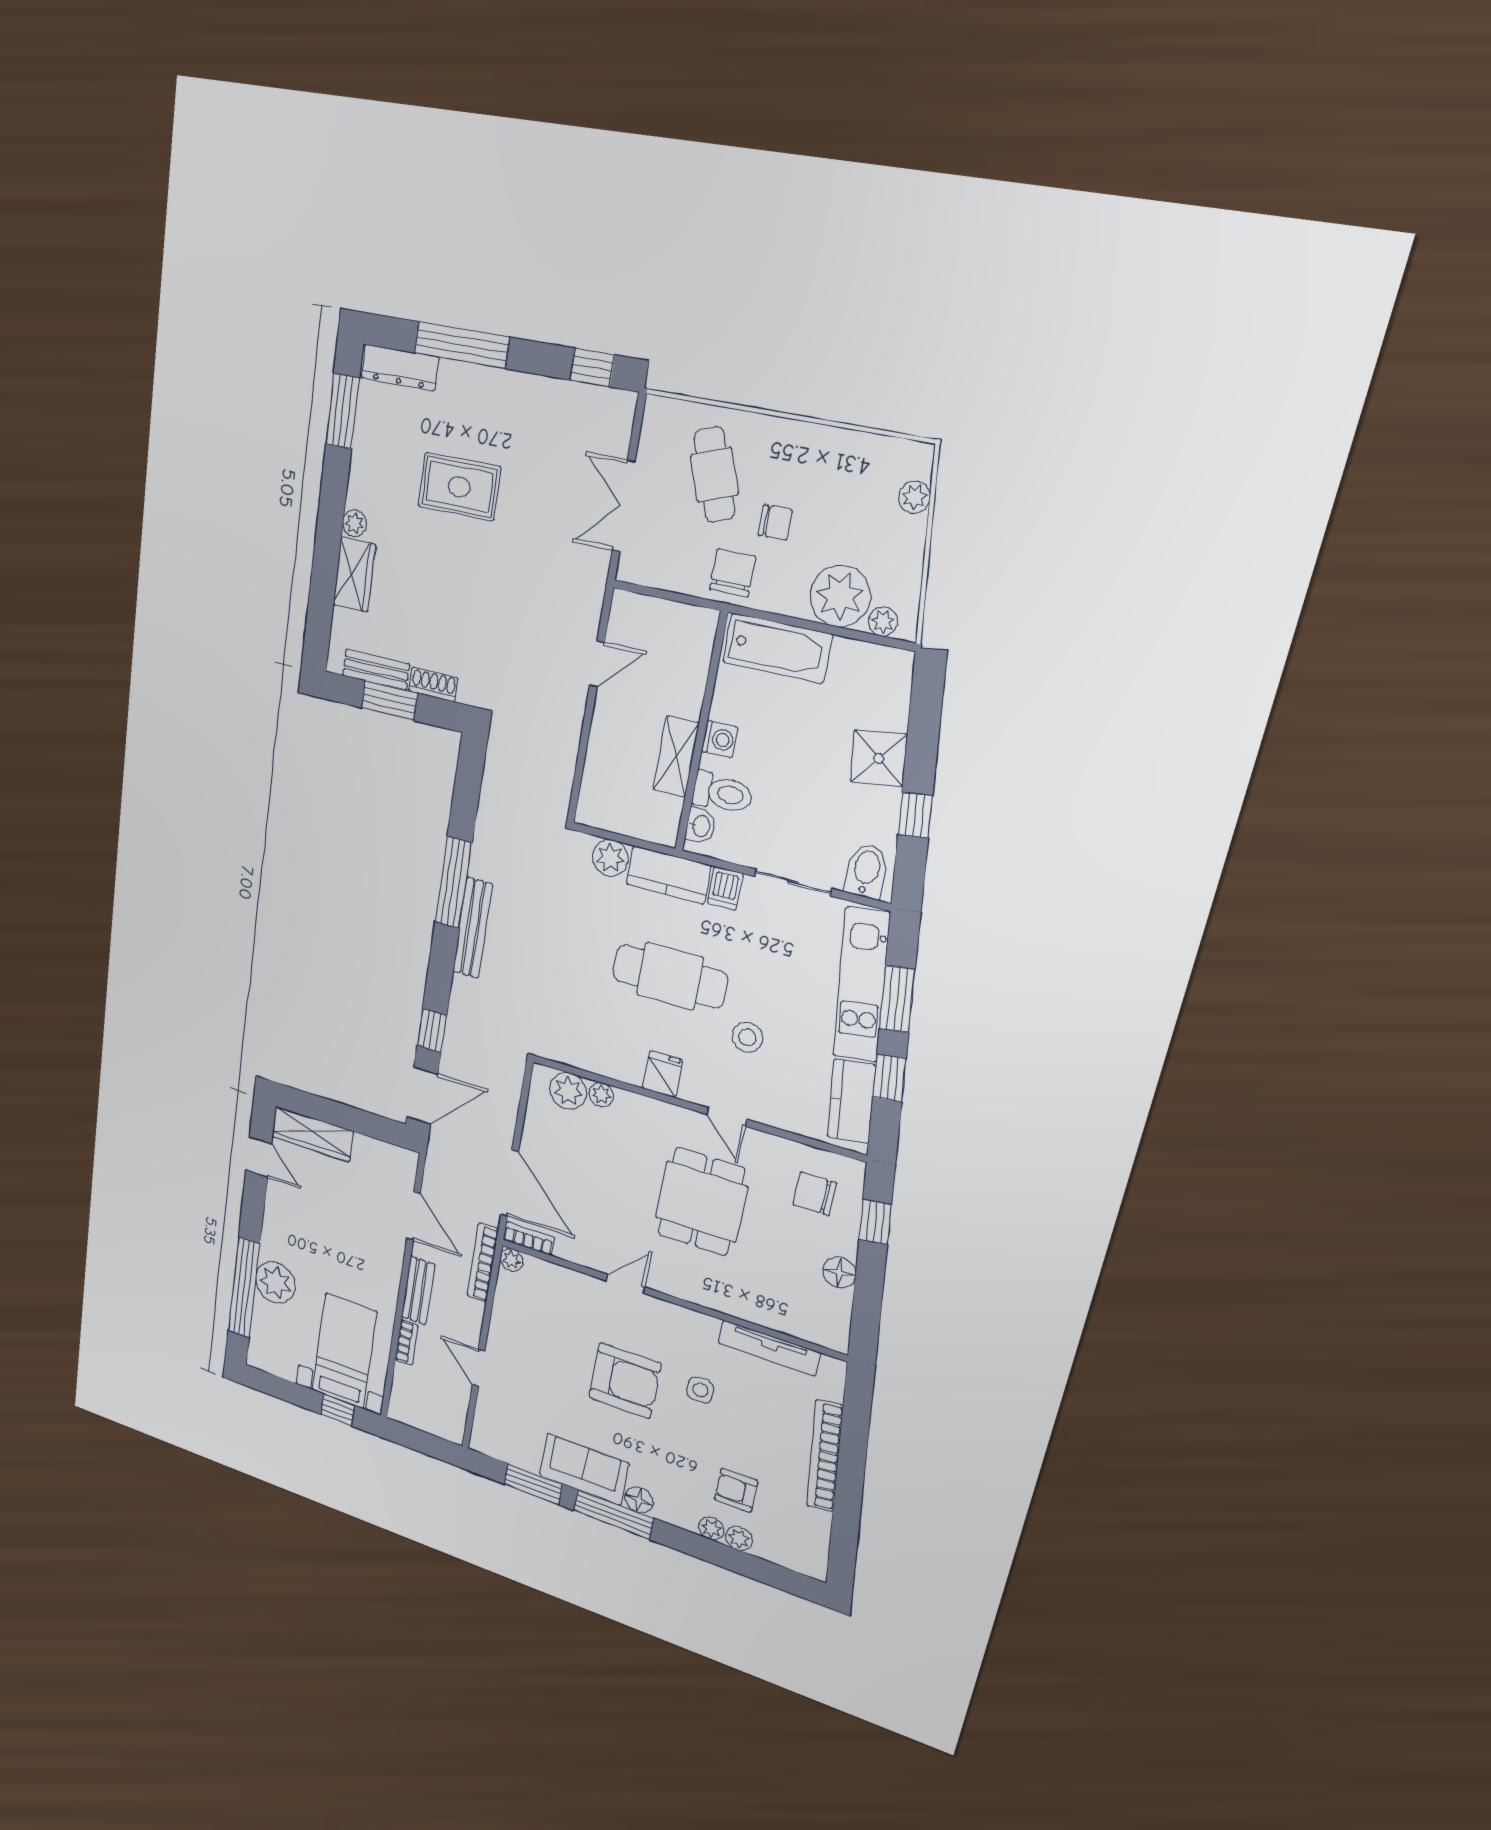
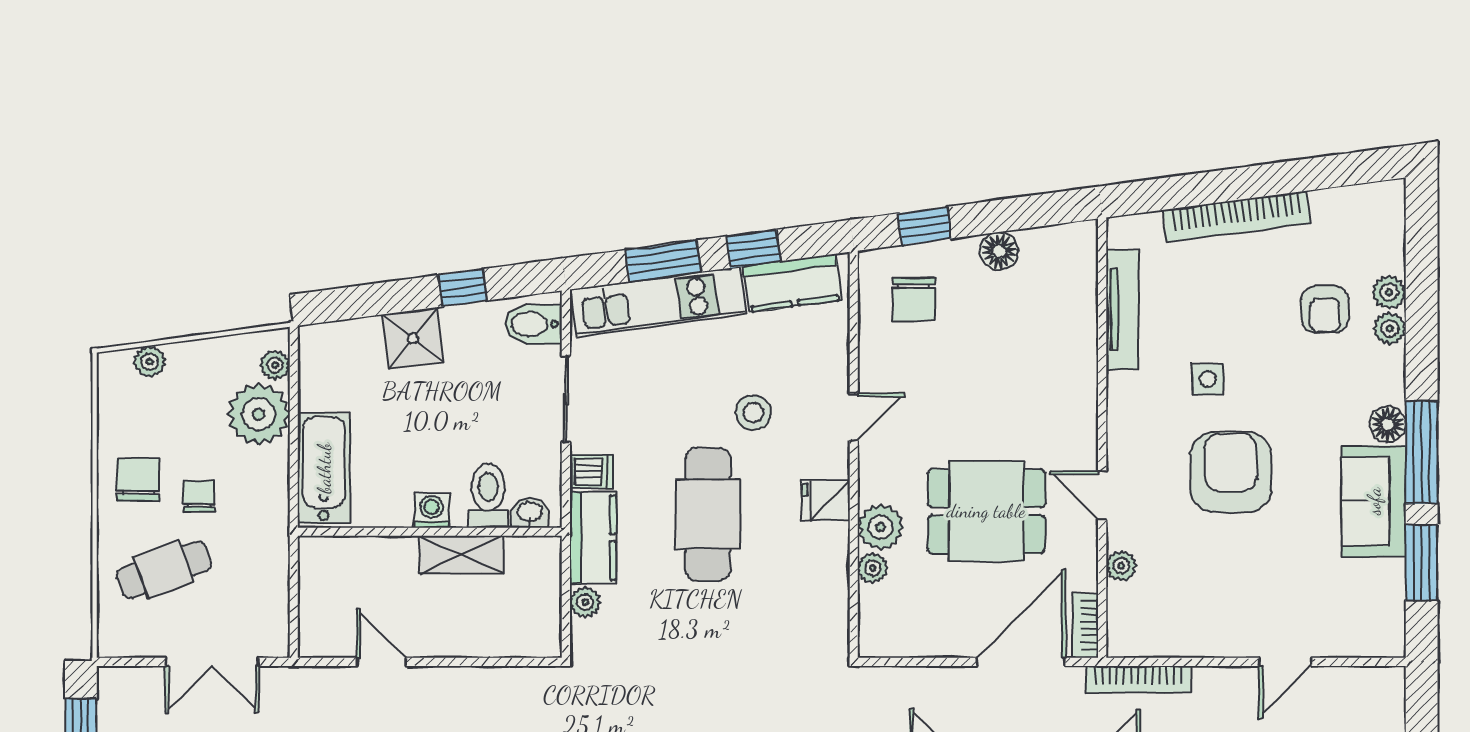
chair: (733, 573) -> (138, 480), moved, turned 90
plant: (610, 858) -> (585, 602), width x0.73, depth x0.73
plant: (568, 1091) -> (881, 527), moved
dining table: (701, 1202) -> (986, 511), moved
plant: (512, 1260) -> (1121, 566), moved

